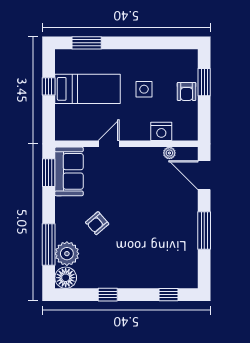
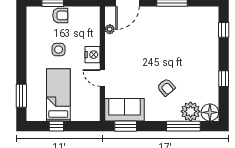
nightstand: (161, 131) -> (92, 55), moved

